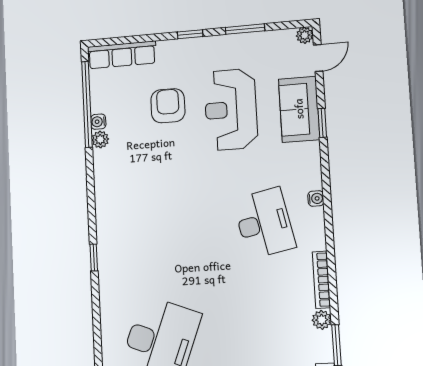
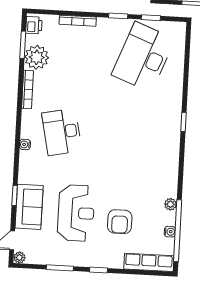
water cooler: (98, 122) -> (170, 232), moved
plant: (322, 320) -> (37, 57), width x1.87, depth x1.87

